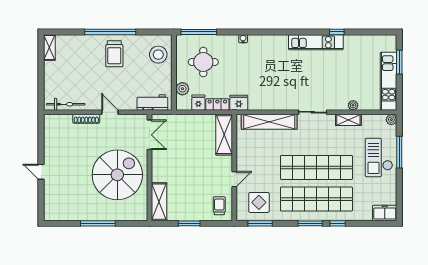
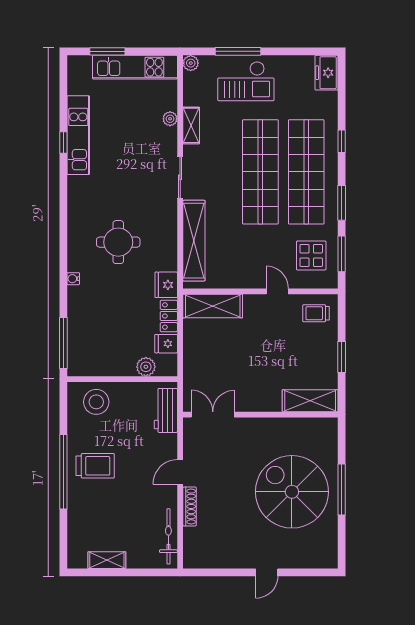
kitchen unit: (316, 42) -> (78, 135), moved
shelving: (49, 47) -> (107, 560), moved
round table: (203, 62) -> (118, 242), moved
spiral stairs: (117, 175) -> (292, 492), moved
window: (310, 223) -> (342, 203), moved

